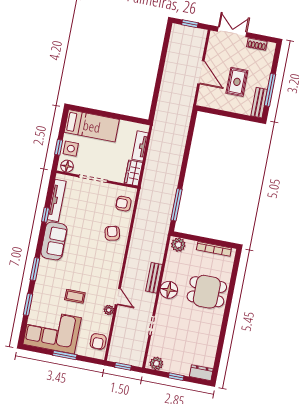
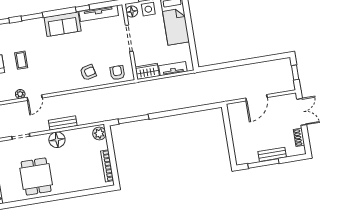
rug: (237, 82) -> (260, 132), removed
bench: (259, 103) -> (272, 154), moved
dining table: (207, 292) -> (36, 176), moved

